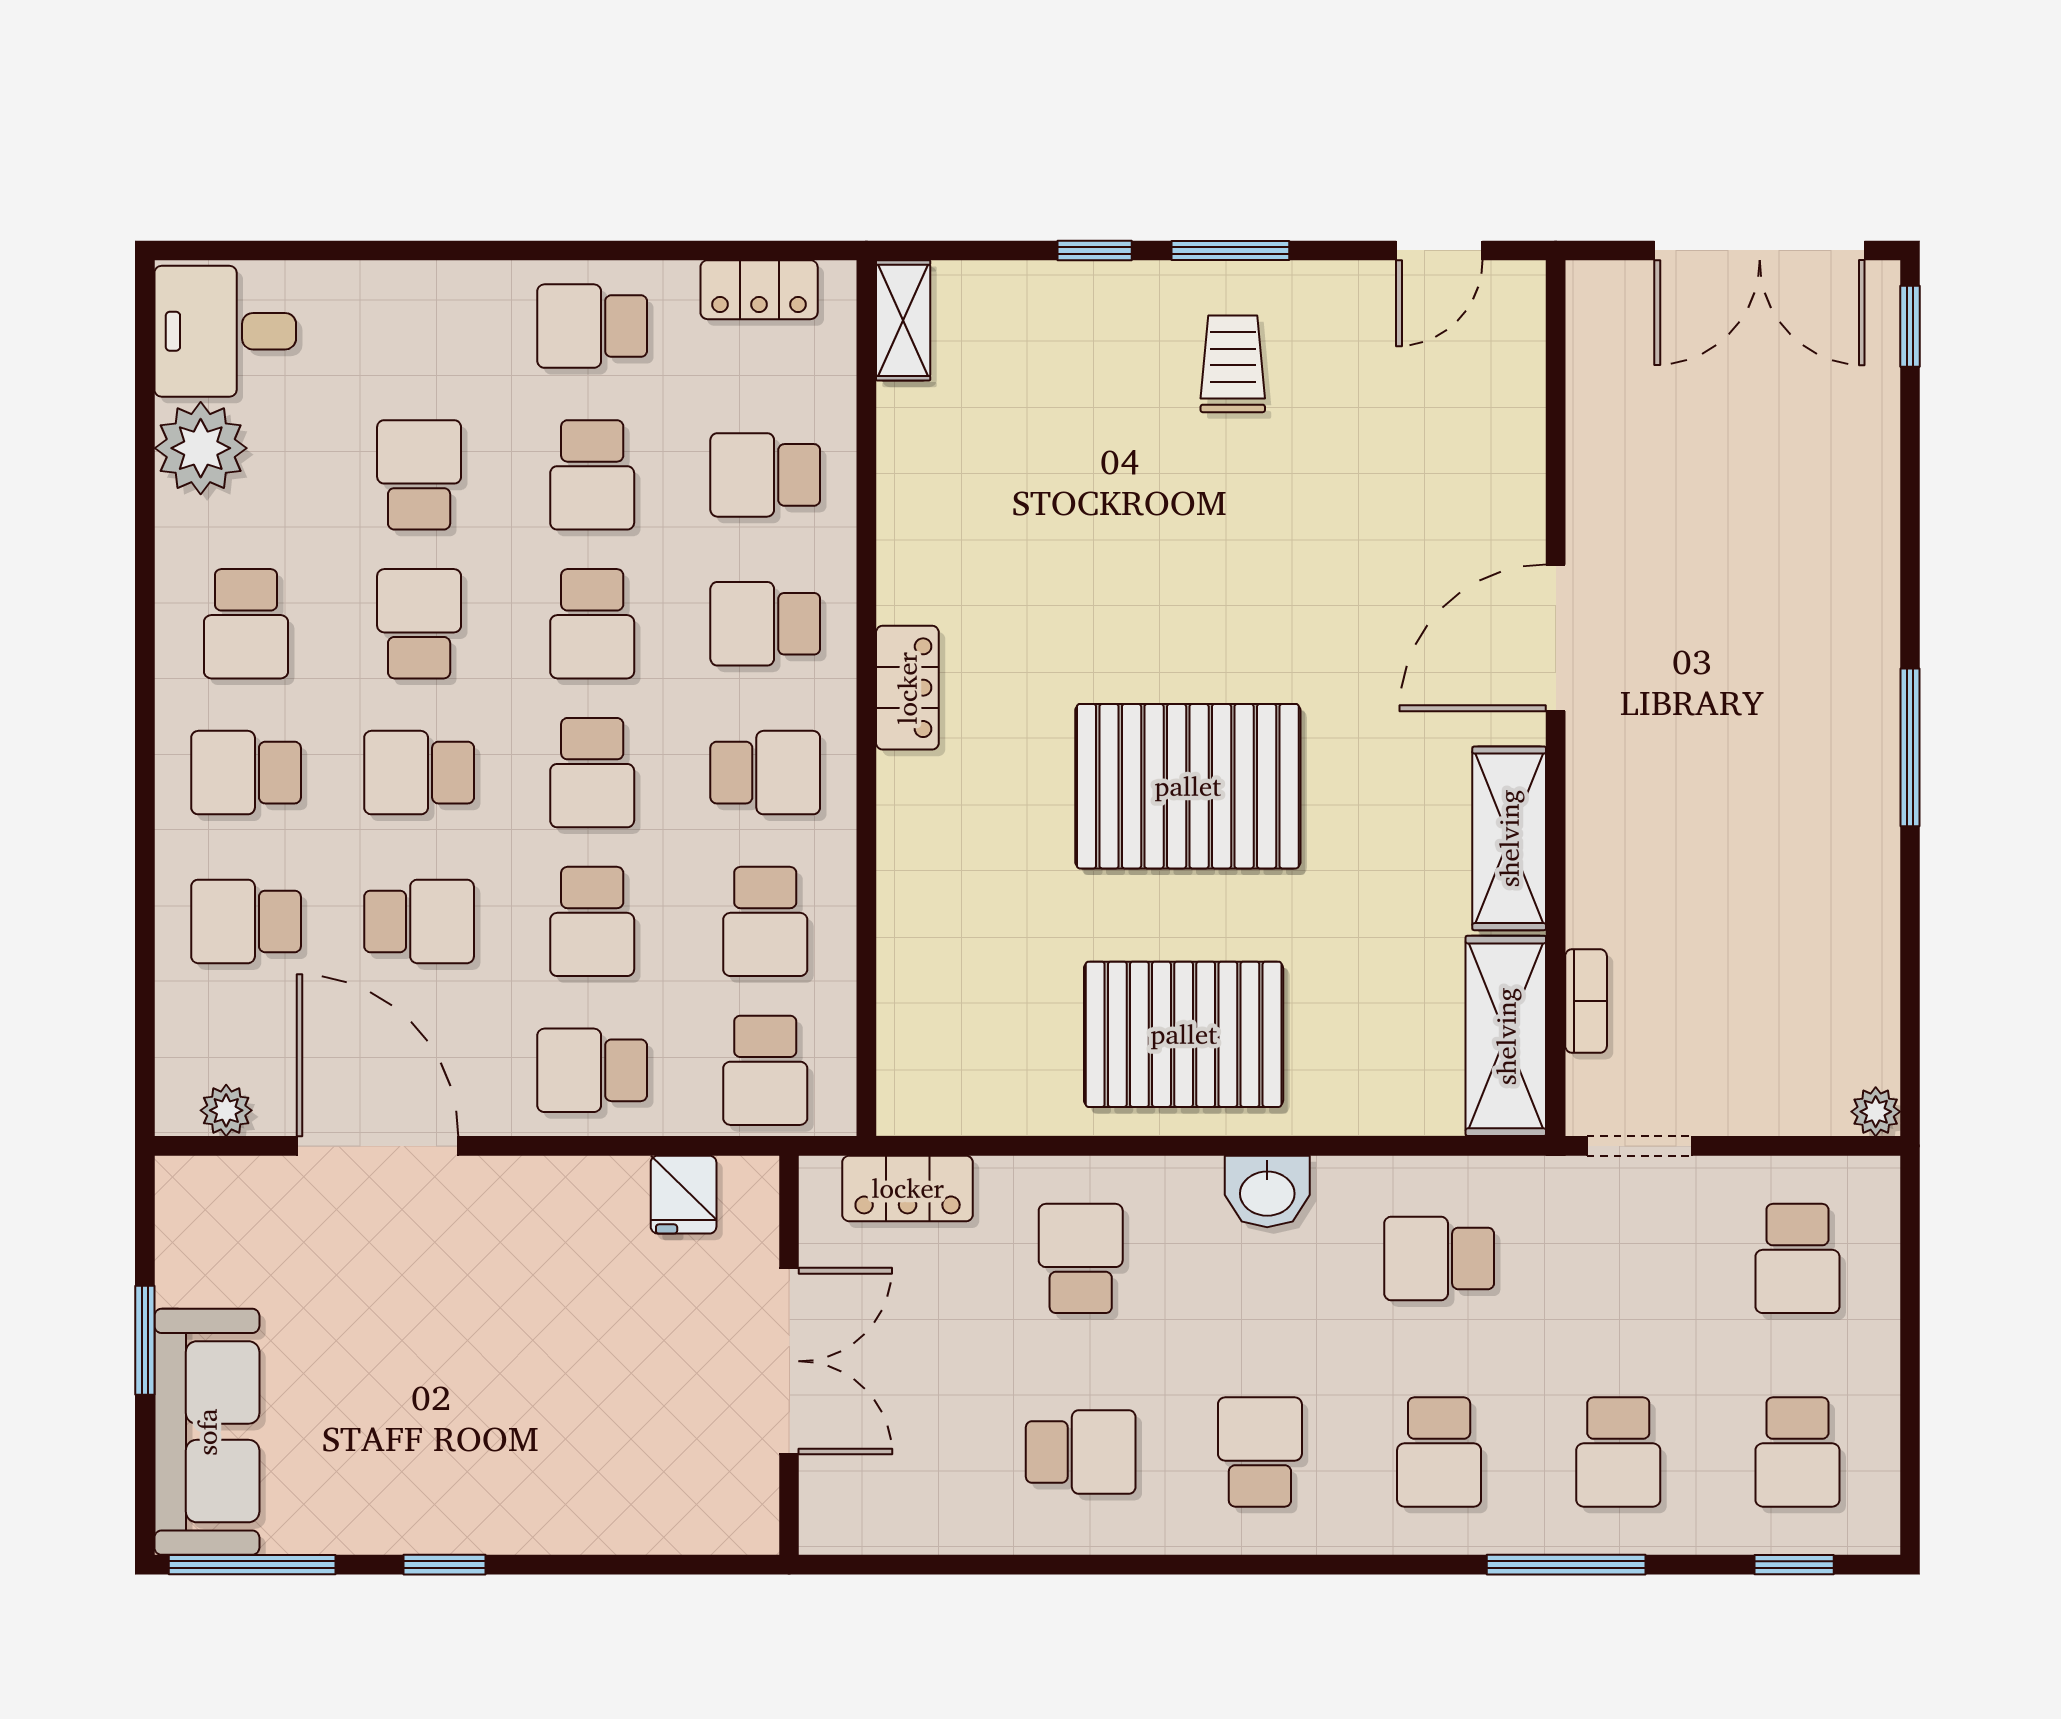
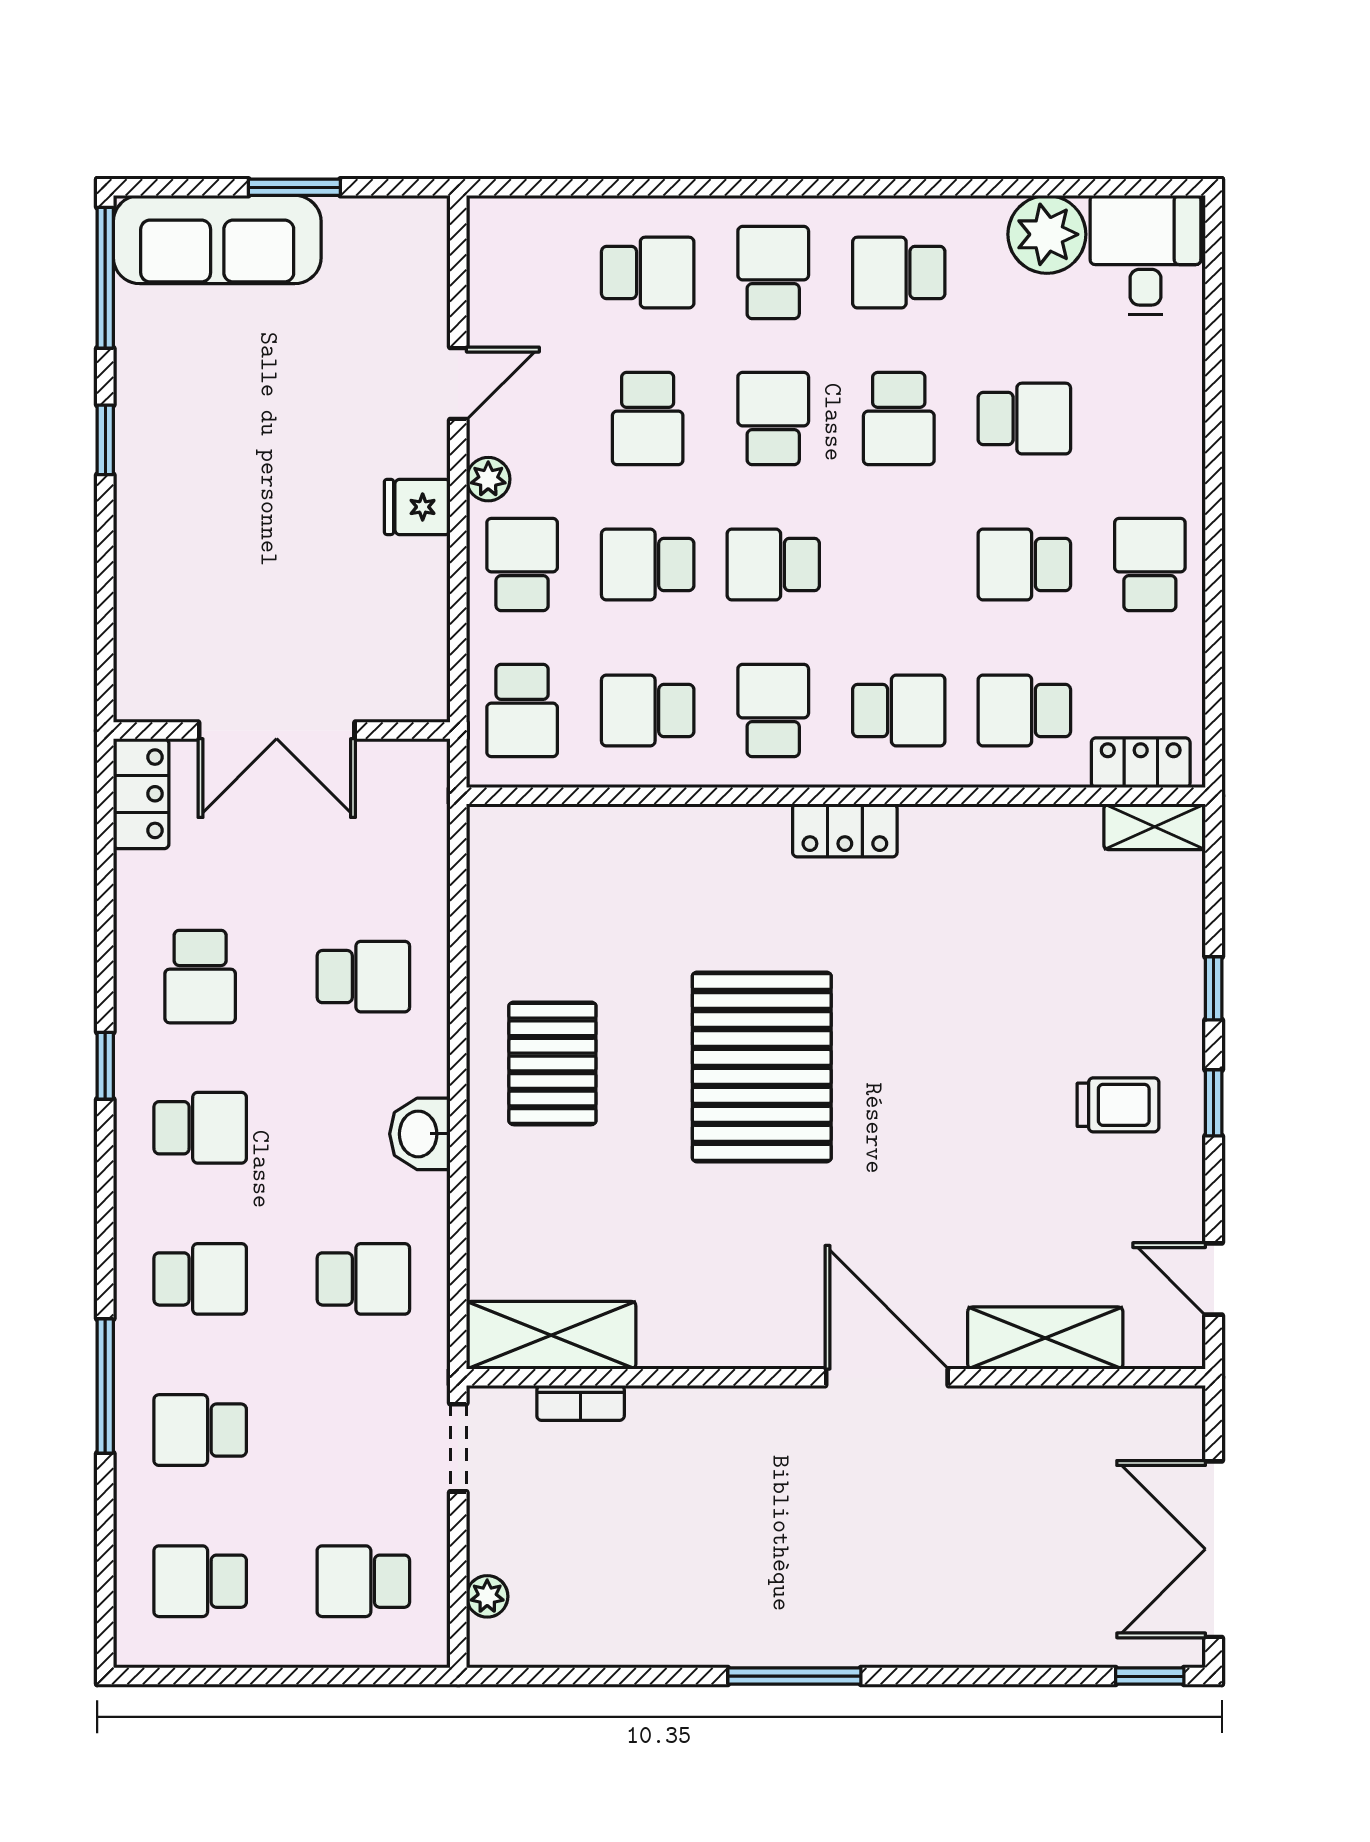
window: (1230, 250) -> (1214, 1103), width x0.67
locker: (759, 290) -> (1141, 763), moved, turned 90
school desk: (765, 475) -> (1024, 710), turned -90
school desk: (419, 624) -> (899, 419), turned 90
school desk: (592, 624) -> (899, 565), removed
school desk: (765, 624) -> (899, 710), turned 90
school desk: (765, 773) -> (773, 710), turned 180
shelving: (1509, 838) -> (1045, 1338), moved
school desk: (246, 921) -> (648, 273), turned 90
pallet: (1184, 1034) -> (552, 1063), width x0.73, depth x0.71
school desk: (765, 1070) -> (522, 710), turned -90
plant: (226, 1110) -> (488, 479), moved
plant: (1876, 1112) -> (487, 1596), moved
door: (378, 1146) -> (458, 384), width x0.53
locker: (908, 1188) -> (141, 794), moved, turned 180
fridge: (684, 1195) -> (417, 507), moved
school desk: (1439, 1258) -> (363, 1279), turned 90
school desk: (1439, 1452) -> (200, 1279), turned 180
window: (1794, 1565) -> (105, 1066), moved

